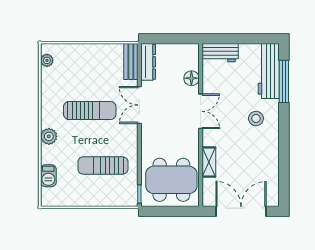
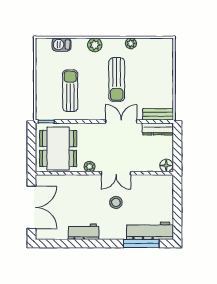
workbench: (220, 53) -> (84, 232), moved, turned 90
plant: (47, 60) -> (131, 43), moved
floor lamp: (191, 78) -> (166, 165), moved
stool: (256, 118) -> (116, 202), moved
plant: (193, 143) -> (90, 167), added
shelving: (209, 162) -> (73, 180), removed

